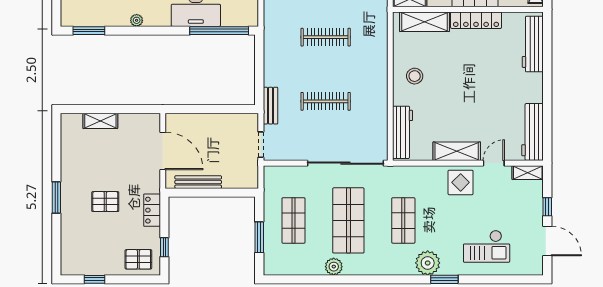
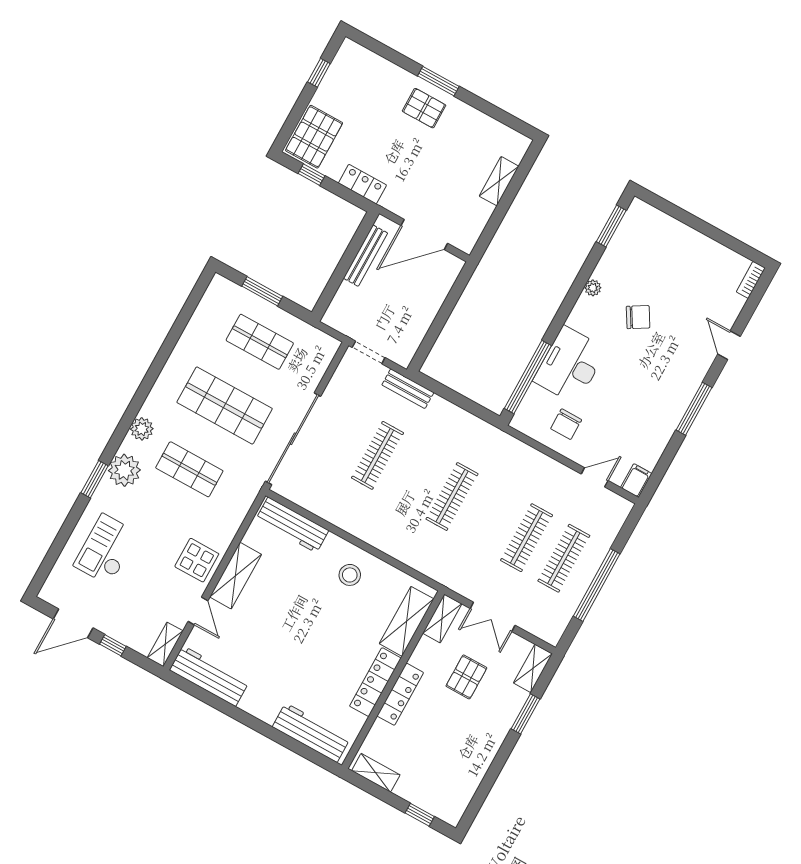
pallet: (105, 202) -> (424, 108), moved, turned 90
pallet: (138, 259) -> (314, 137), width x1.50, depth x1.42
plant: (334, 267) -> (142, 429), moved

